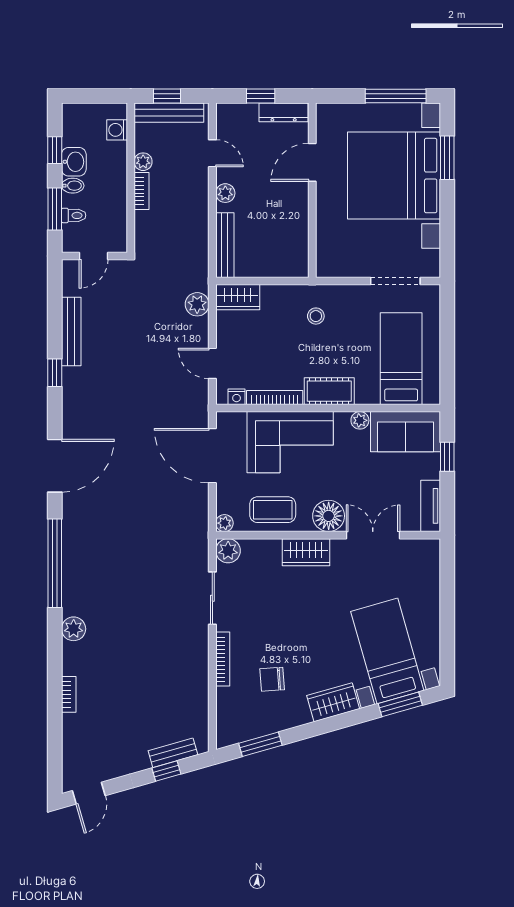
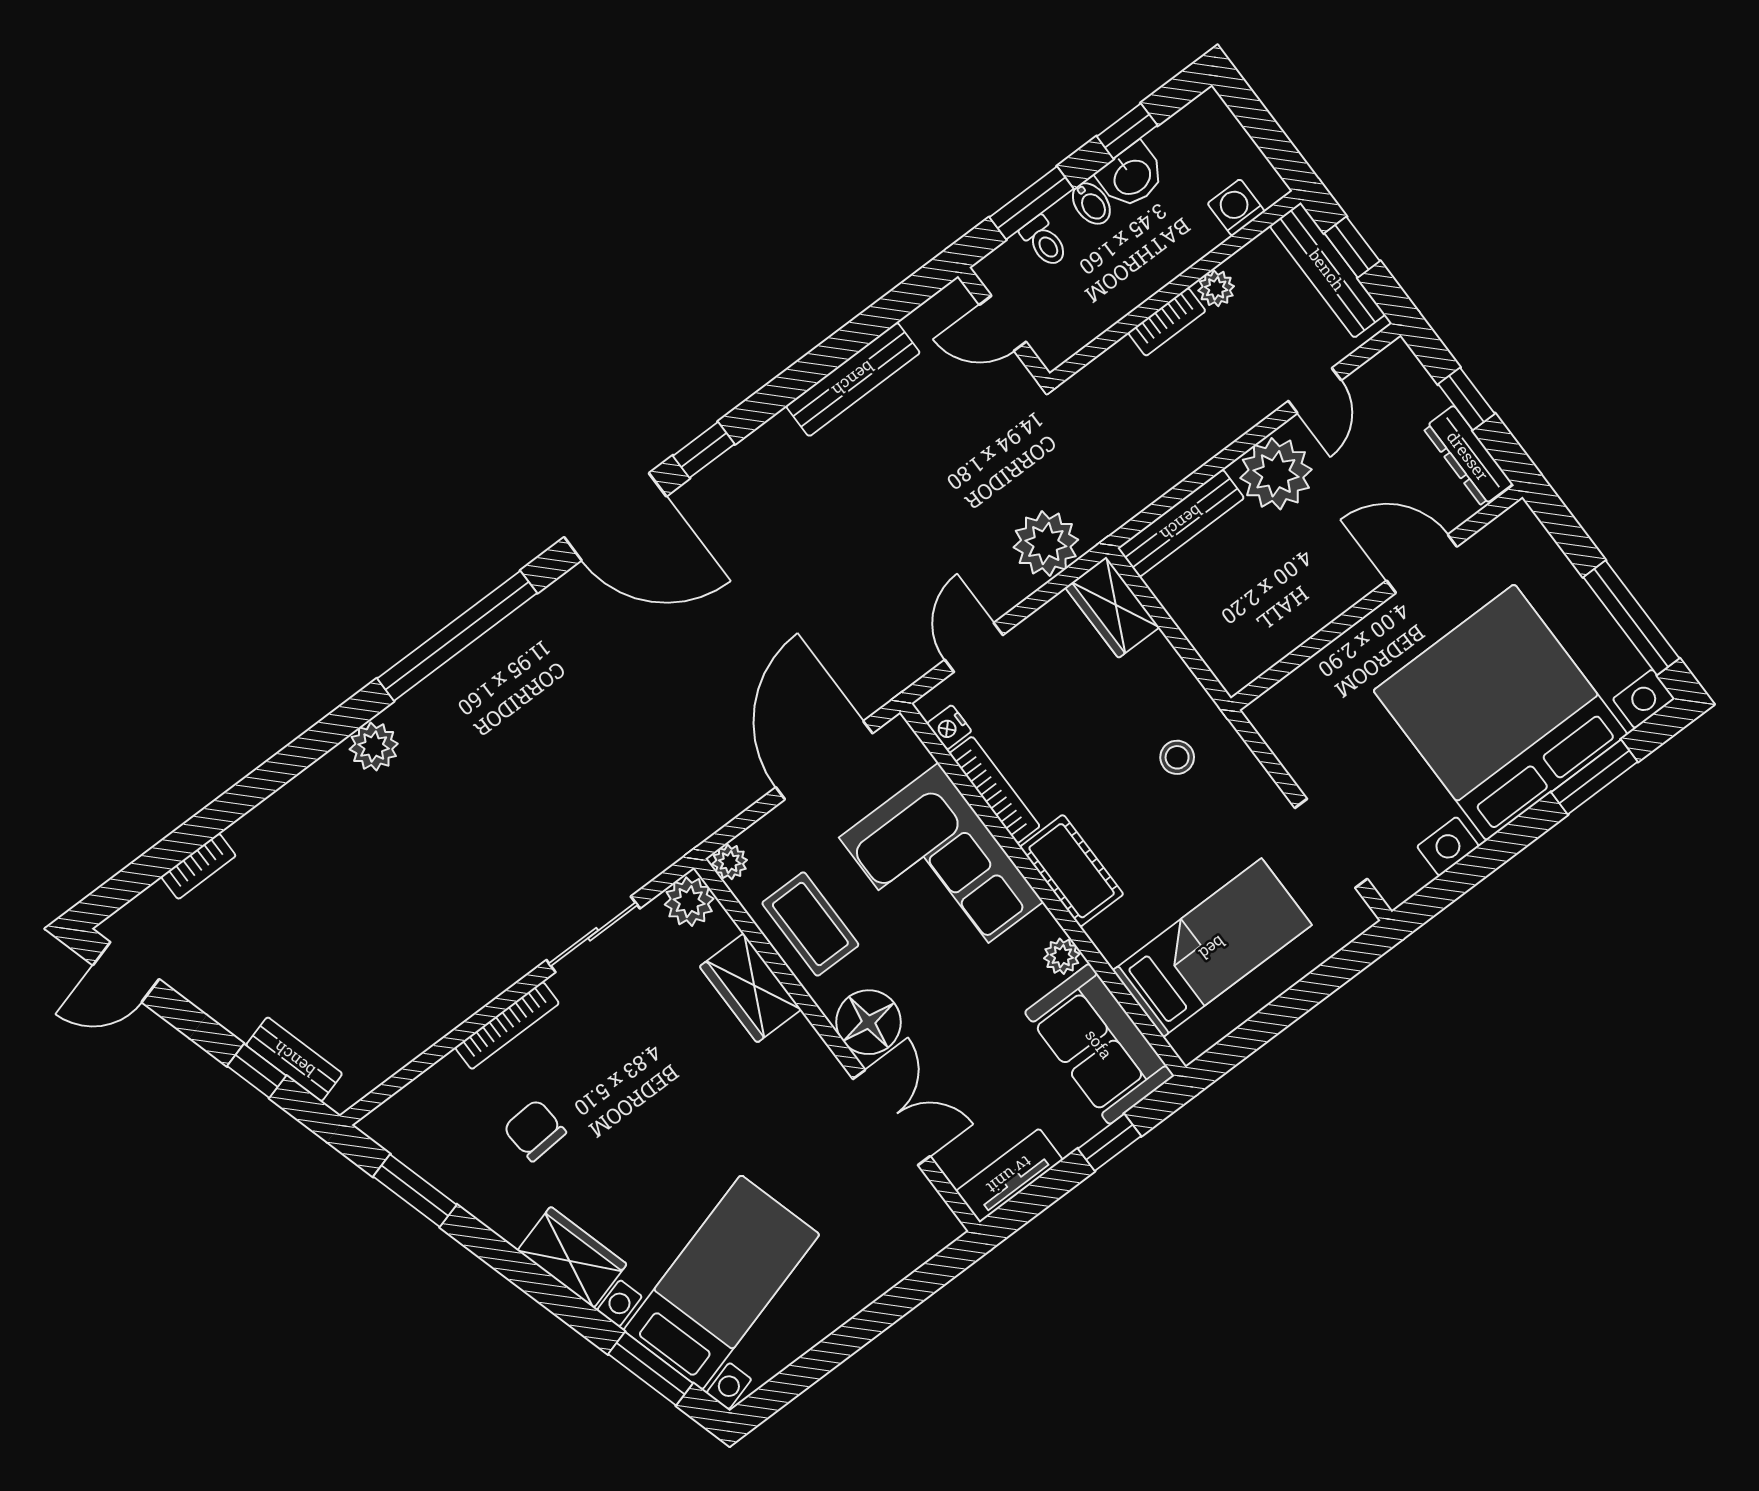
plant: (225, 193) -> (1276, 474), width x1.88, depth x1.88
plant: (197, 304) -> (1046, 543), width x1.36, depth x1.36
window: (55, 373) -> (704, 450), moved
wardrobe: (306, 552) -> (750, 988), moved
bookcase: (69, 694) -> (198, 866), moved

